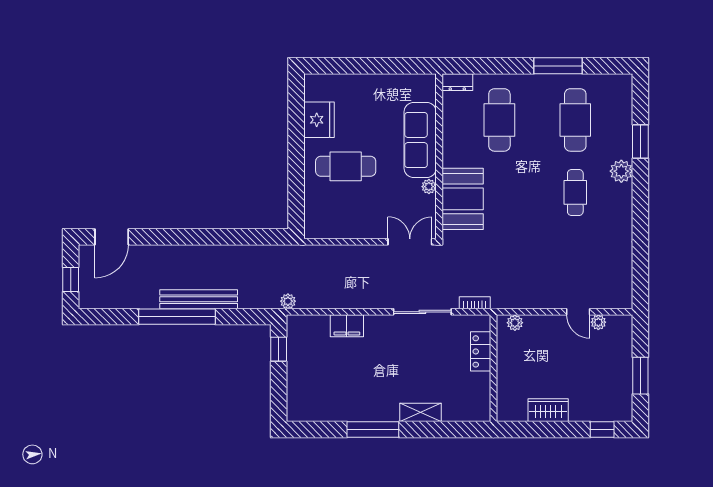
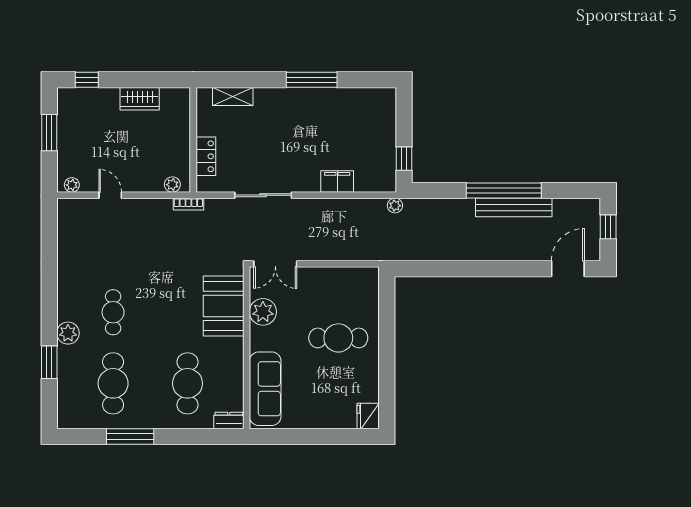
fridge: (319, 120) -> (368, 416), moved, width x0.73, depth x0.75
sofa: (420, 140) -> (265, 389), moved
plant: (429, 187) -> (263, 312), width x1.87, depth x1.87
bench: (199, 299) -> (514, 208), moved
bookcase: (475, 303) -> (188, 204), moved
plant: (598, 322) -> (72, 185), moved
shelving: (420, 412) -> (233, 97), moved

